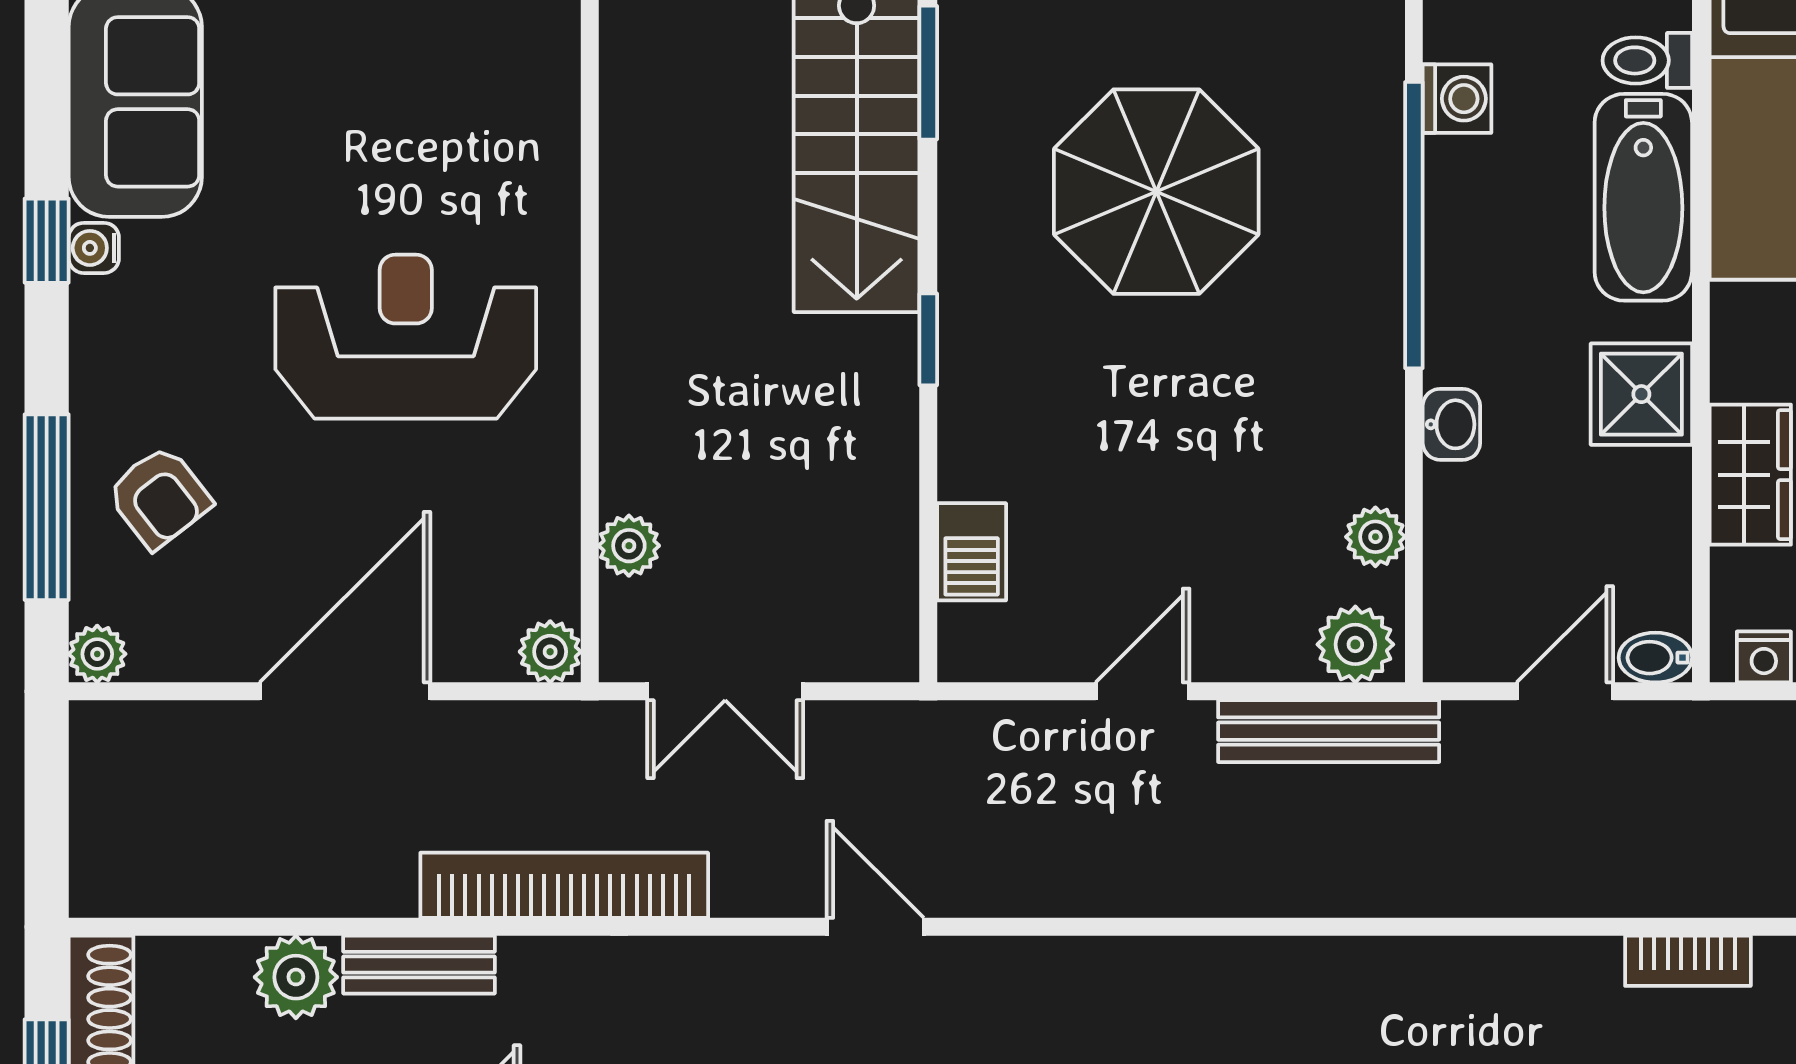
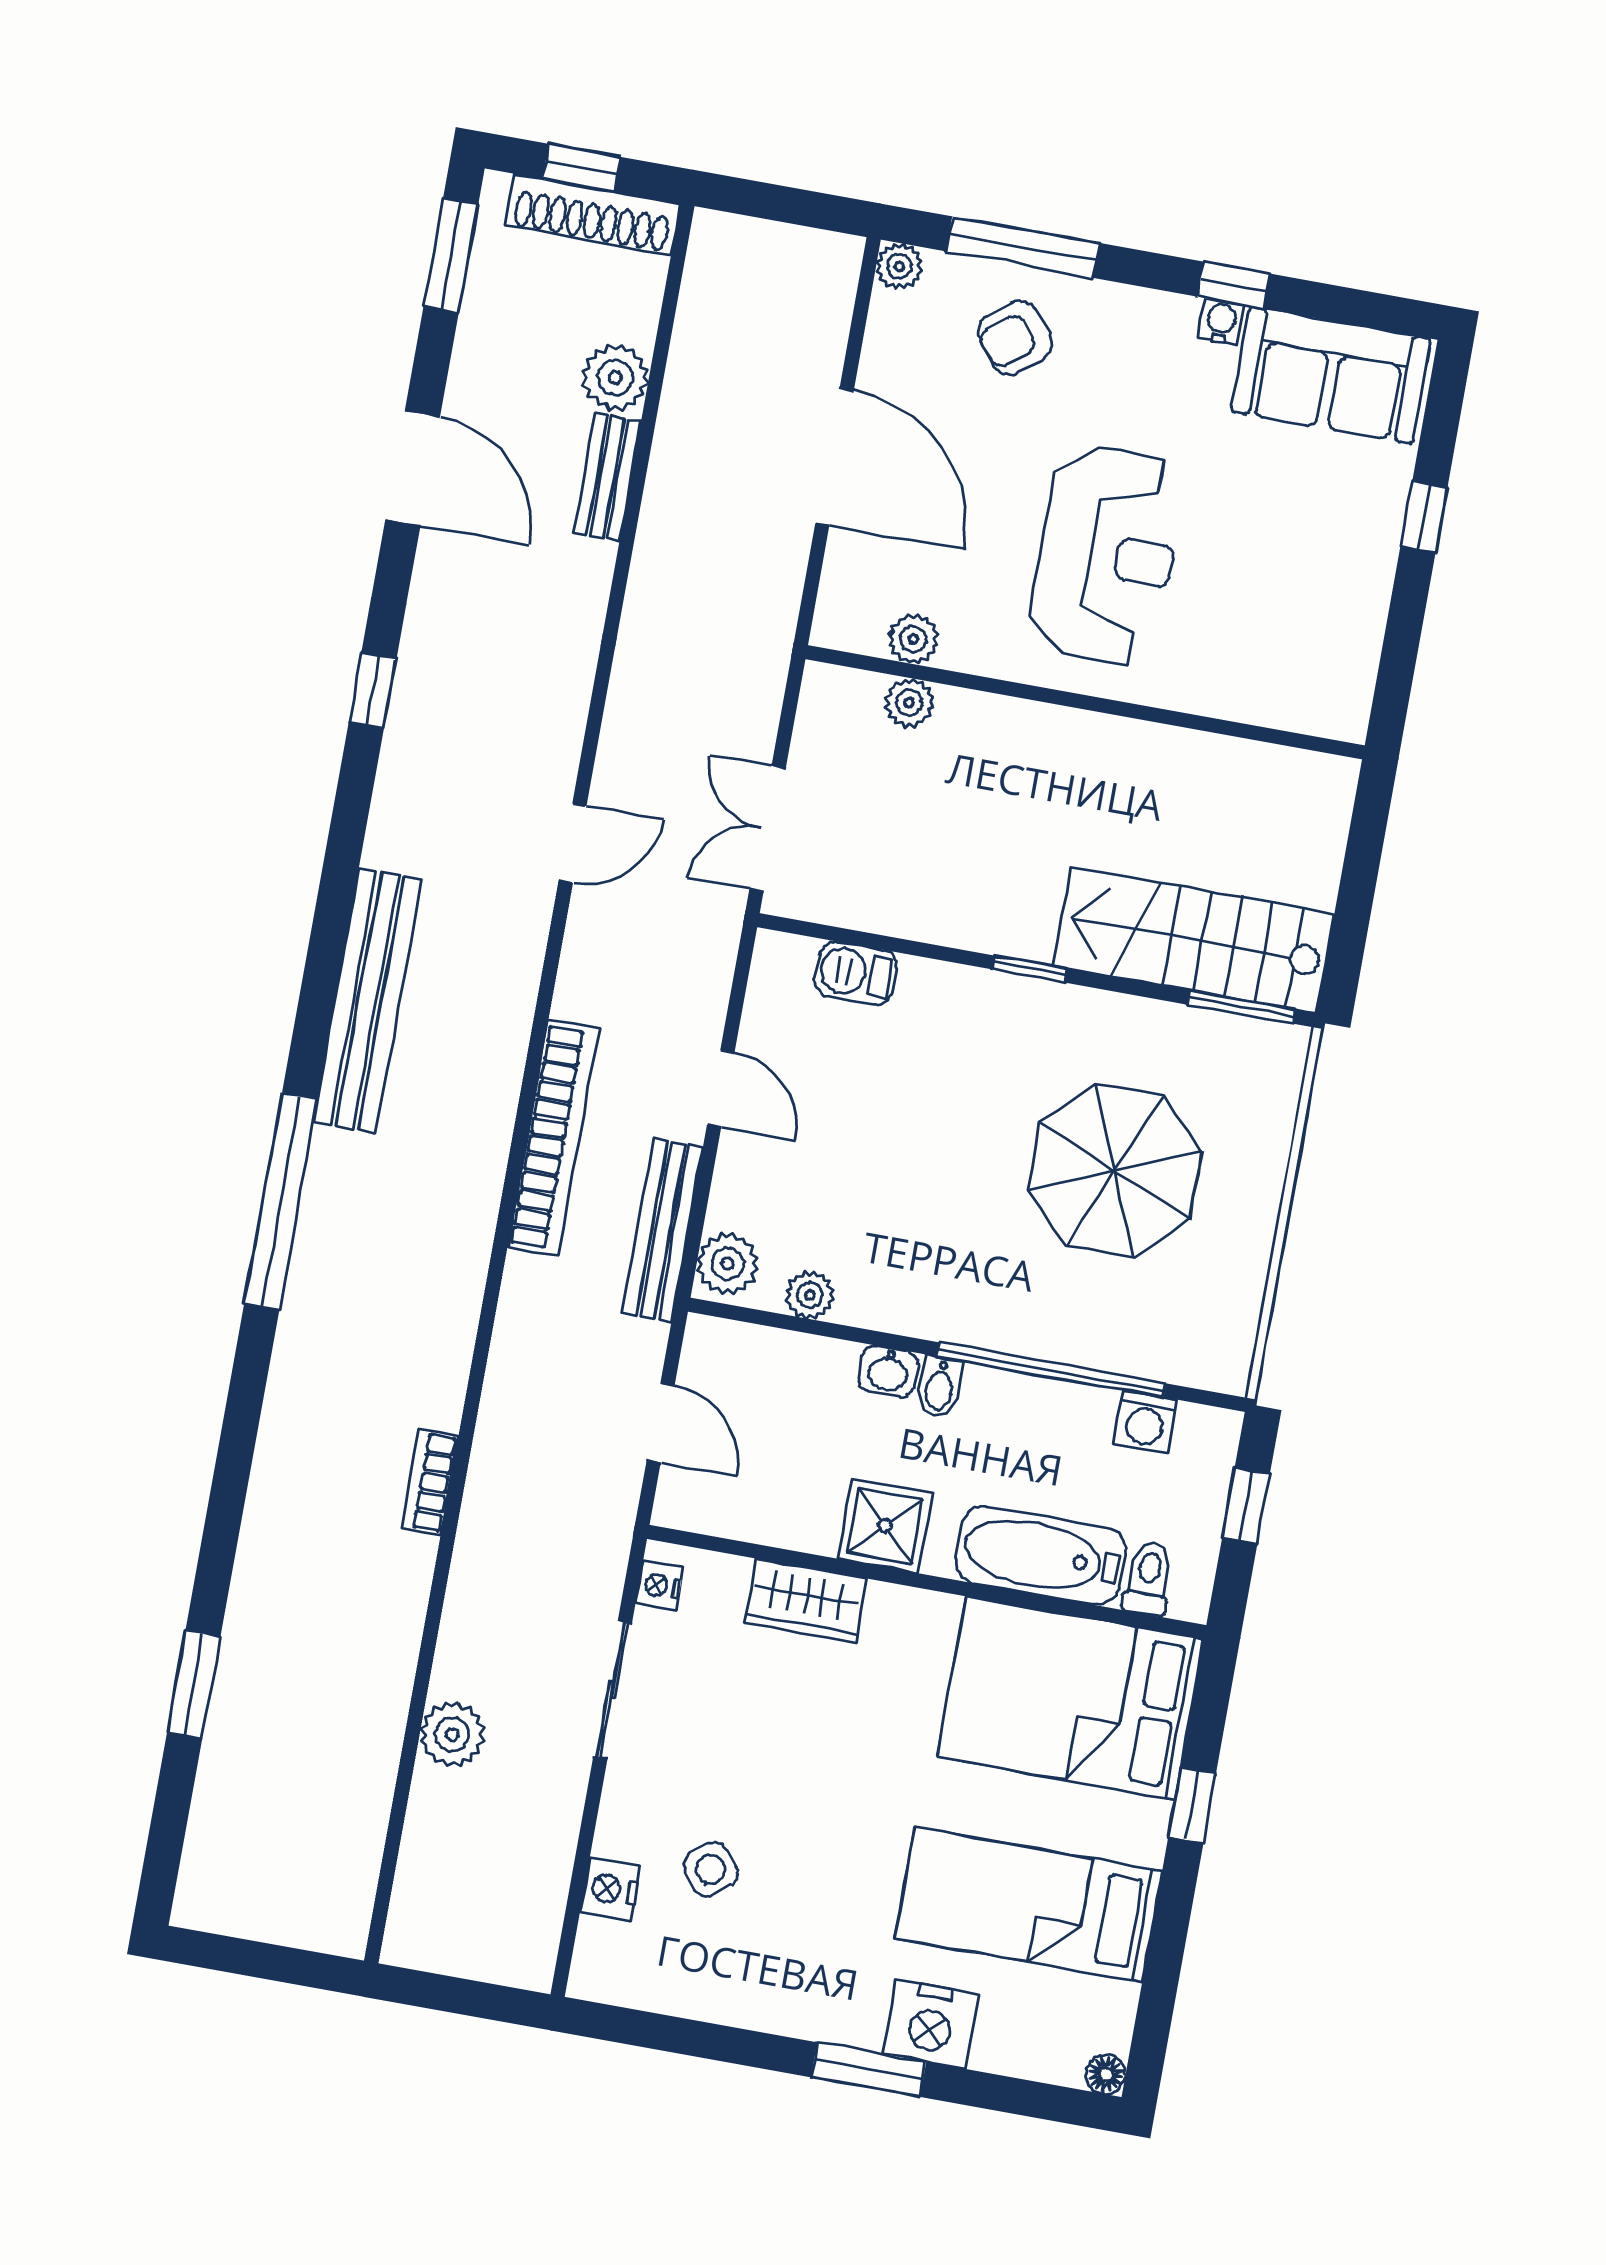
plant: (550, 652) -> (913, 639), moved
bidet: (1655, 658) -> (940, 1387), moved, turned 180
double door: (725, 691) -> (768, 829), moved
bookcase: (564, 885) -> (553, 1138), moved

